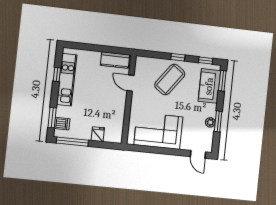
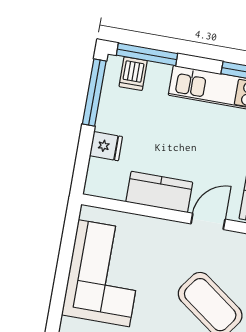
kitchen counter: (118, 107) -> (159, 192), added
window: (52, 118) -> (147, 54), width x1.44

